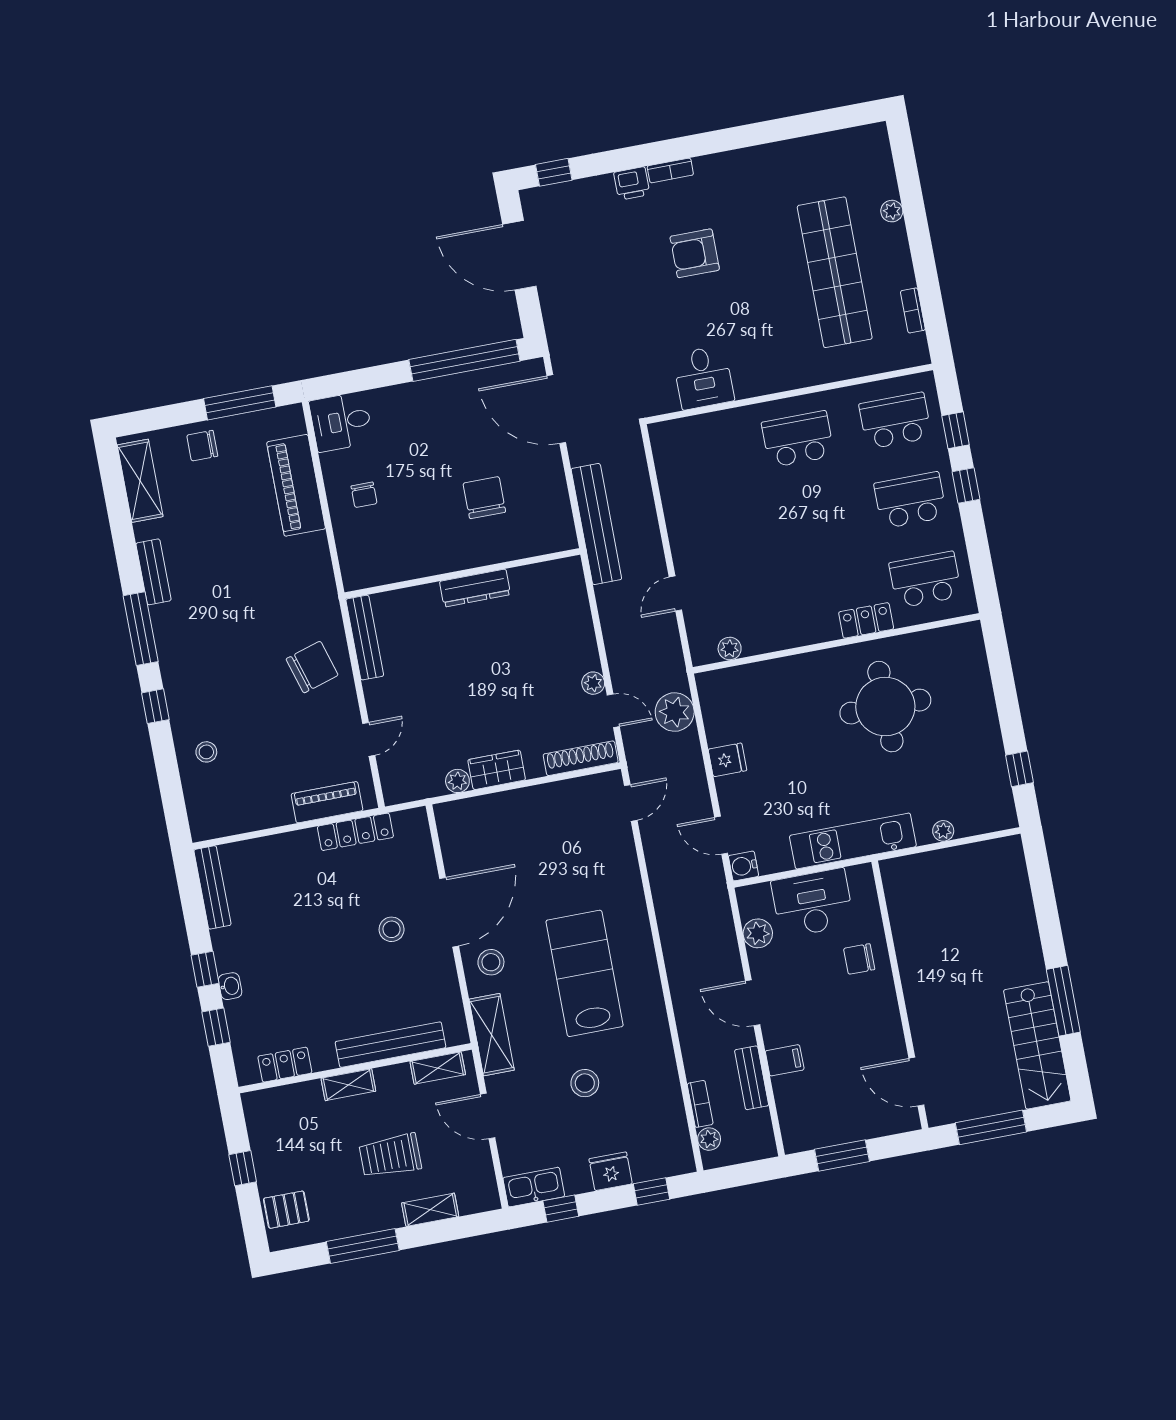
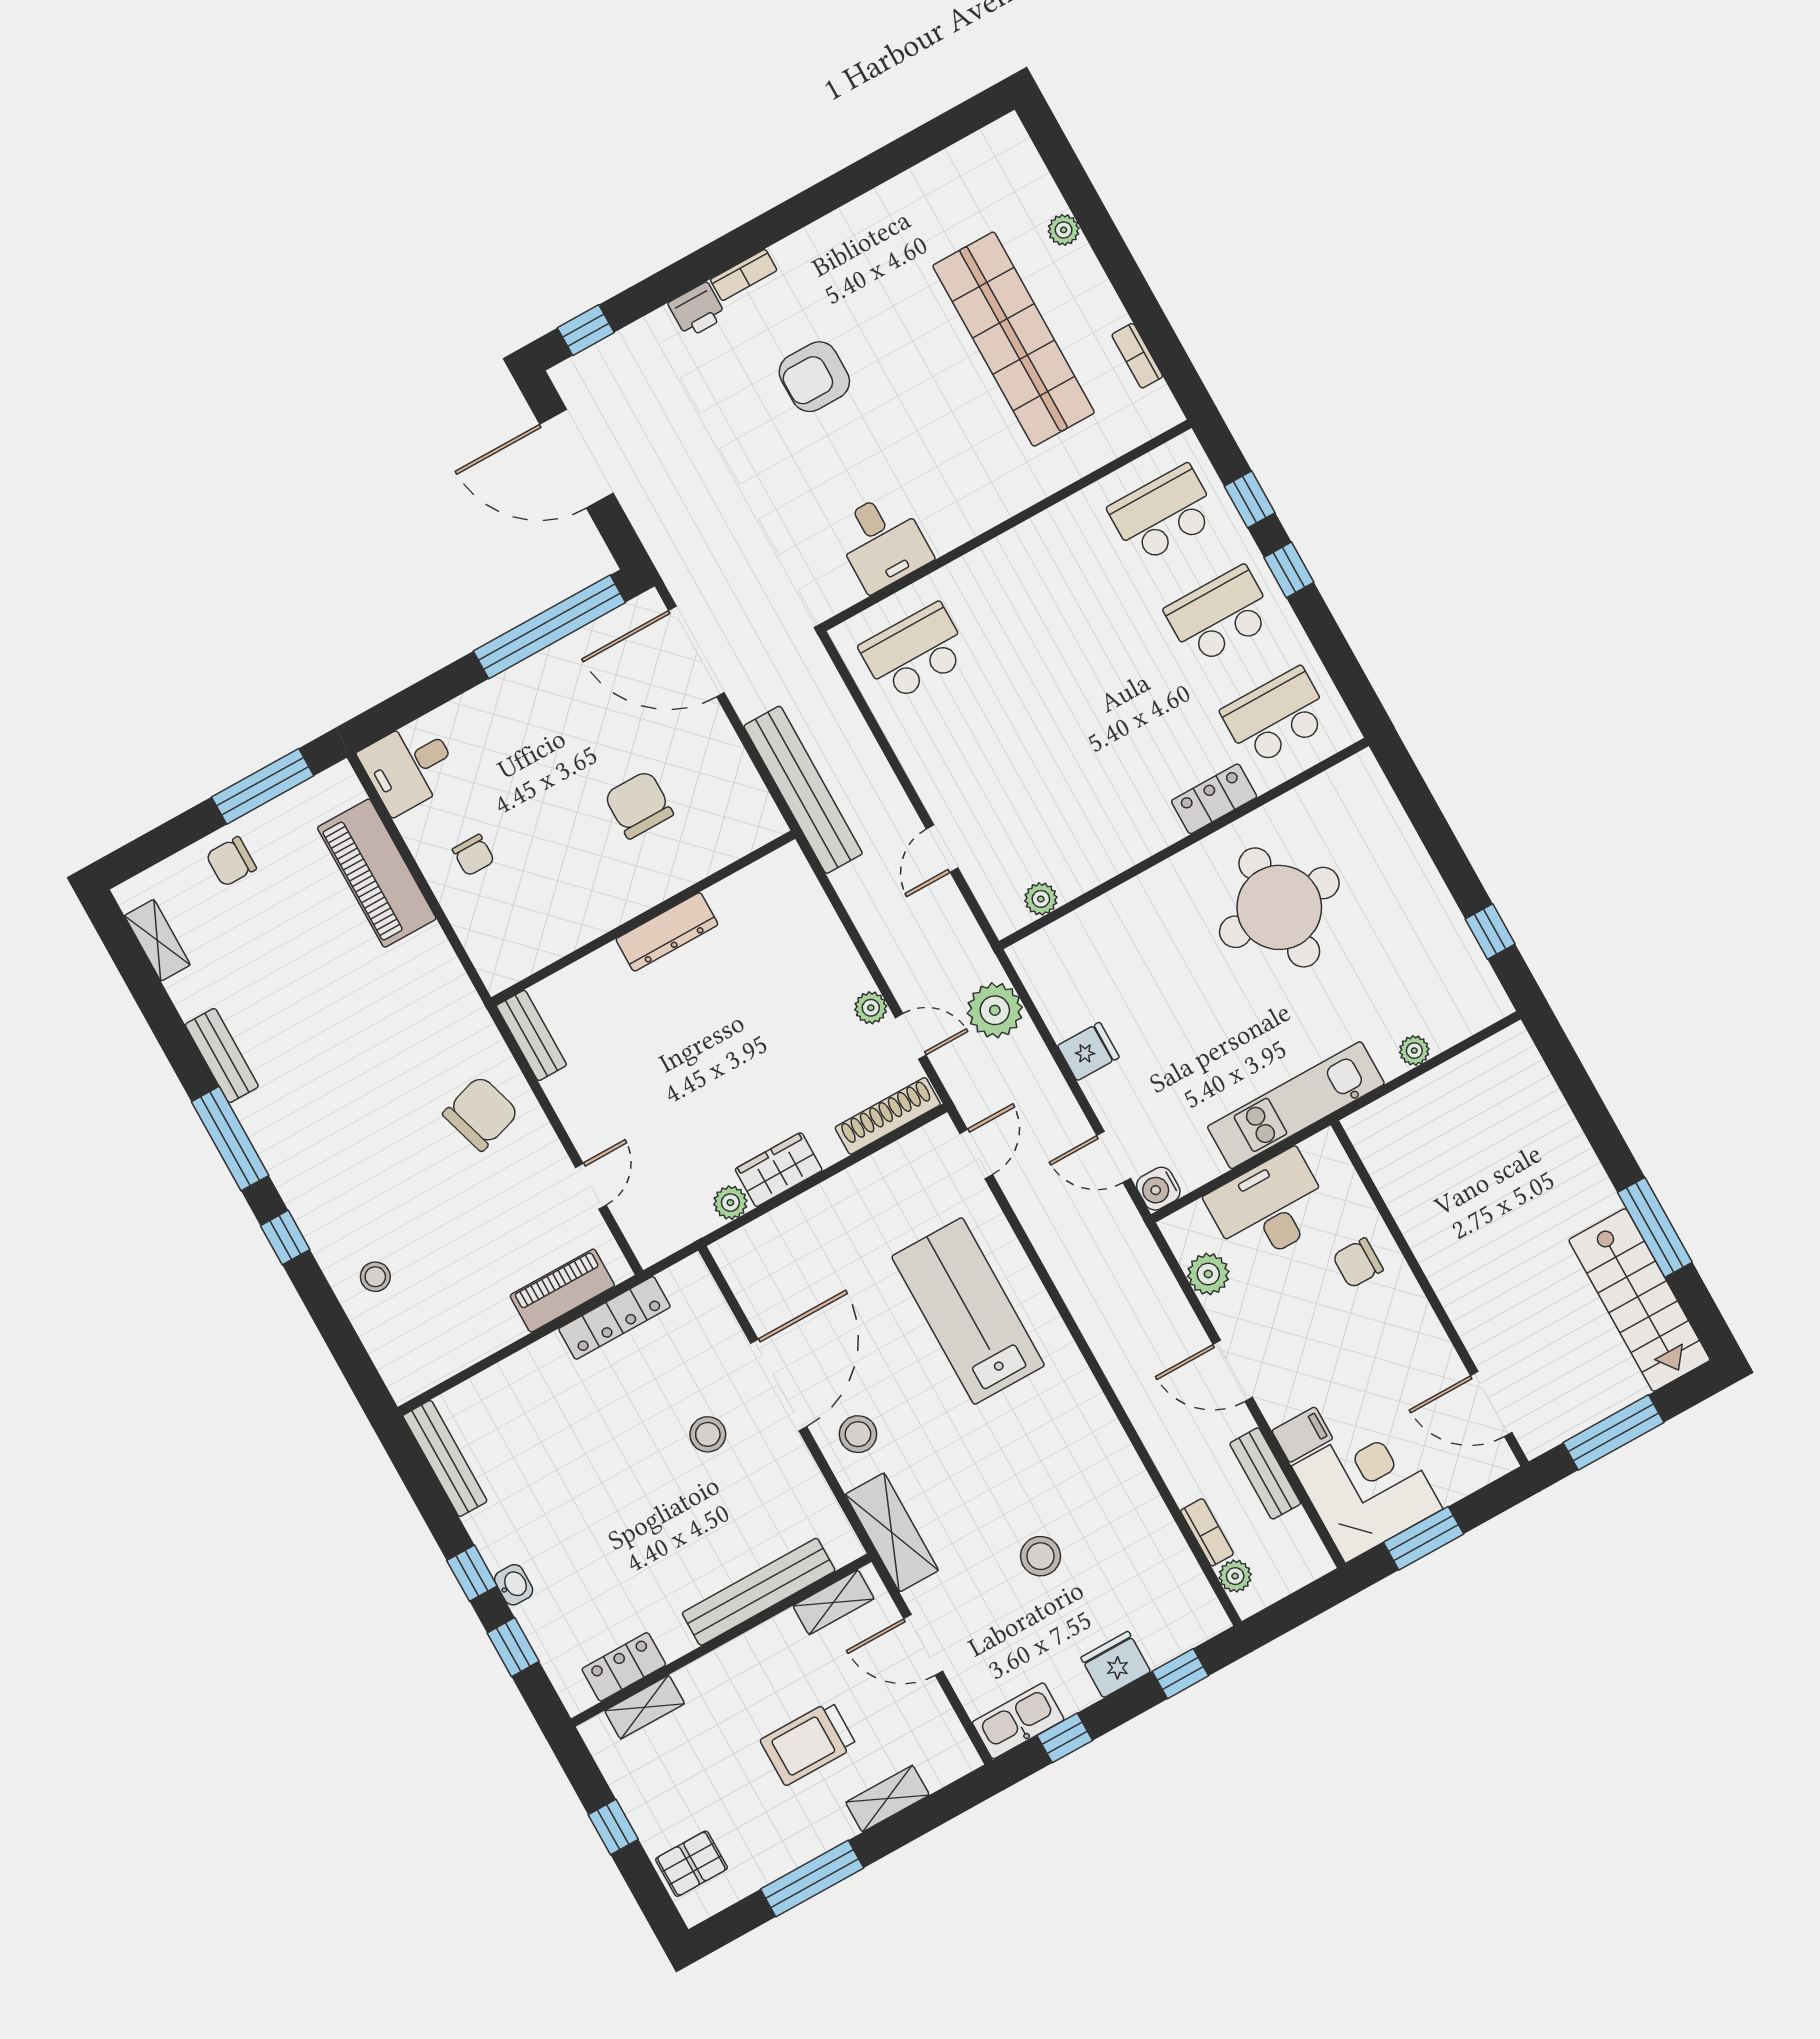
school desk: (798, 439) -> (914, 652), moved
shelving: (140, 481) -> (157, 940), width x0.67, depth x0.75
bench: (365, 638) -> (531, 1035), width x0.73
lab bench: (585, 973) -> (968, 1311), moved
shelving: (348, 1085) -> (645, 1707), moved
corner desk: (816, 1110) -> (1367, 1488), added

